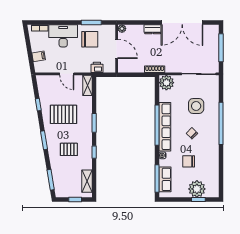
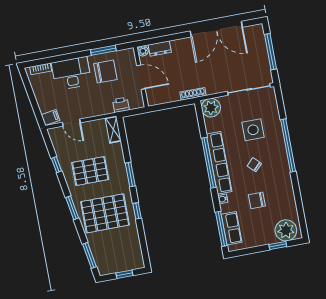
dresser: (153, 29) -> (160, 49), moved
filing cabinet: (39, 56) -> (50, 117), moved
door: (67, 74) -> (71, 123), moved
pallet: (69, 149) -> (105, 213), width x2.05, depth x2.00
shelving: (87, 181) -> (135, 248), removed
plant: (197, 189) -> (286, 230), moved

